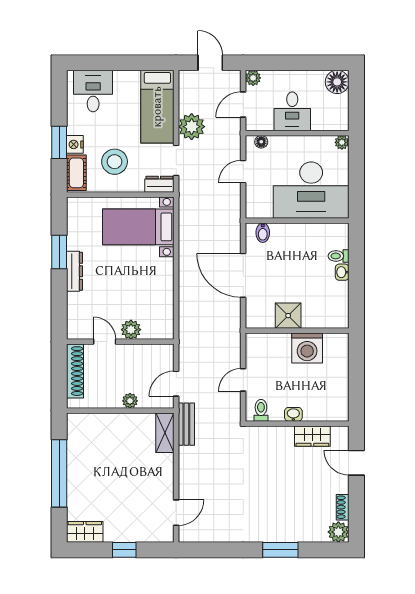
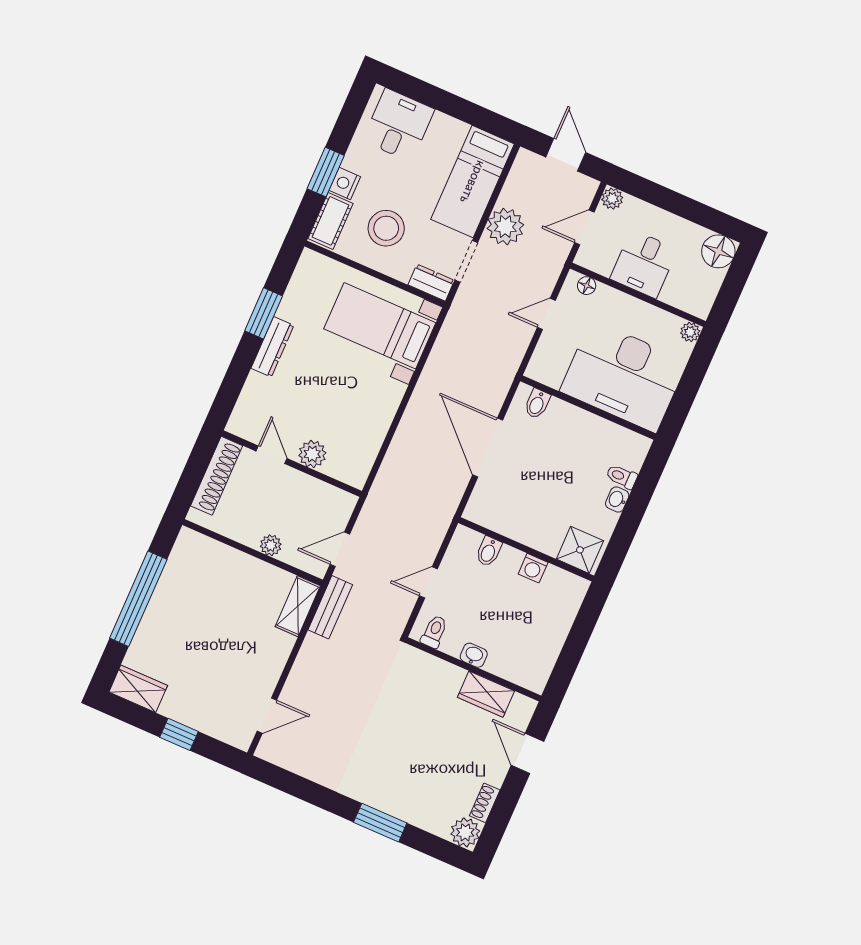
shower: (288, 316) -> (580, 550), moved
bidet: (273, 343) -> (489, 551), added
washing machine: (307, 348) -> (533, 568), width x0.53, depth x0.53

